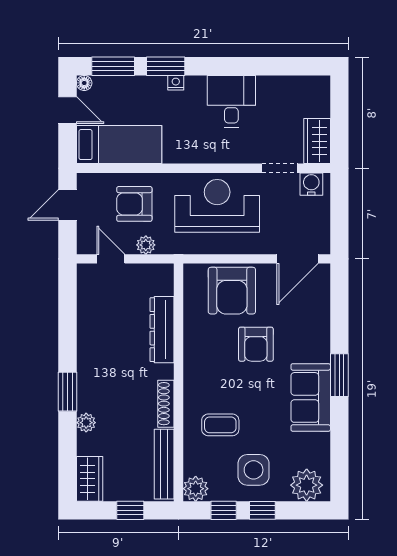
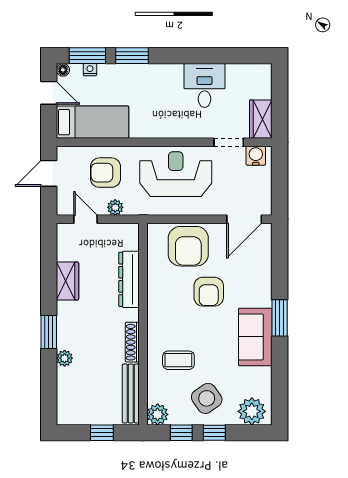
nightstand: (176, 83) -> (90, 70), moved
desk: (231, 101) -> (204, 85), moved
side table: (254, 470) -> (207, 398), turned -35
wardrobe: (90, 479) -> (67, 281), moved

